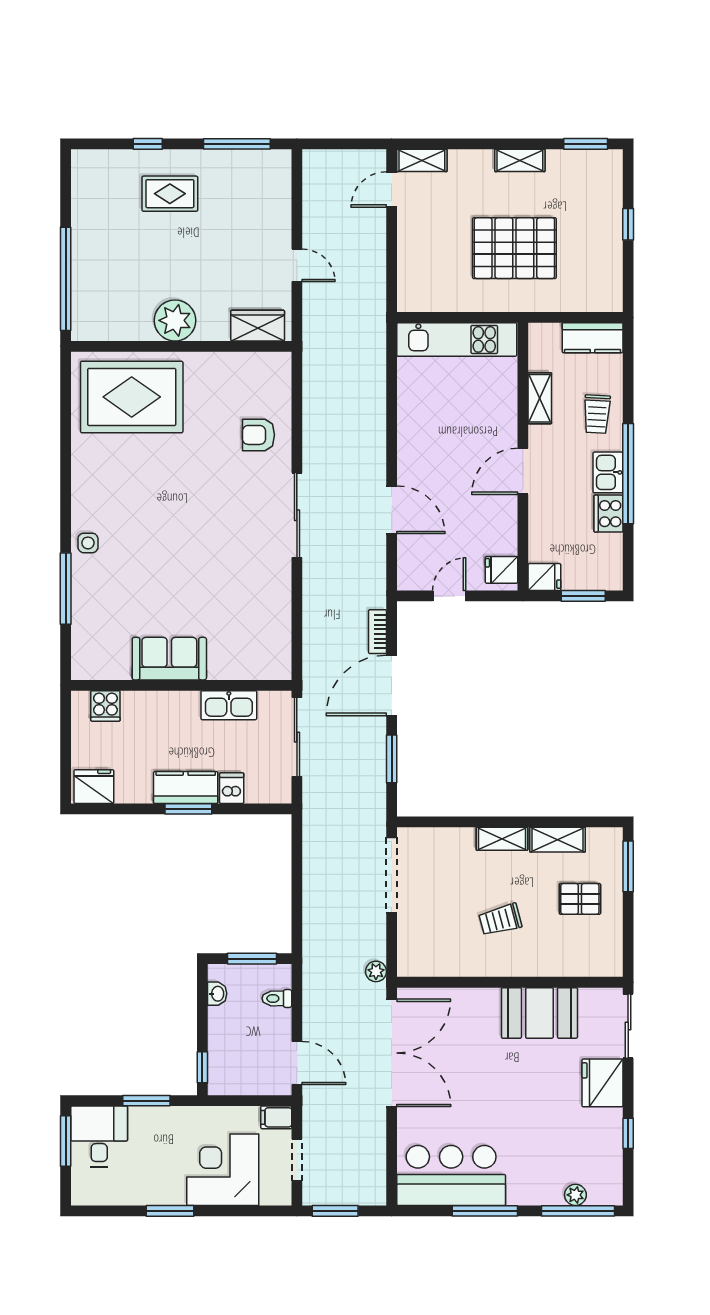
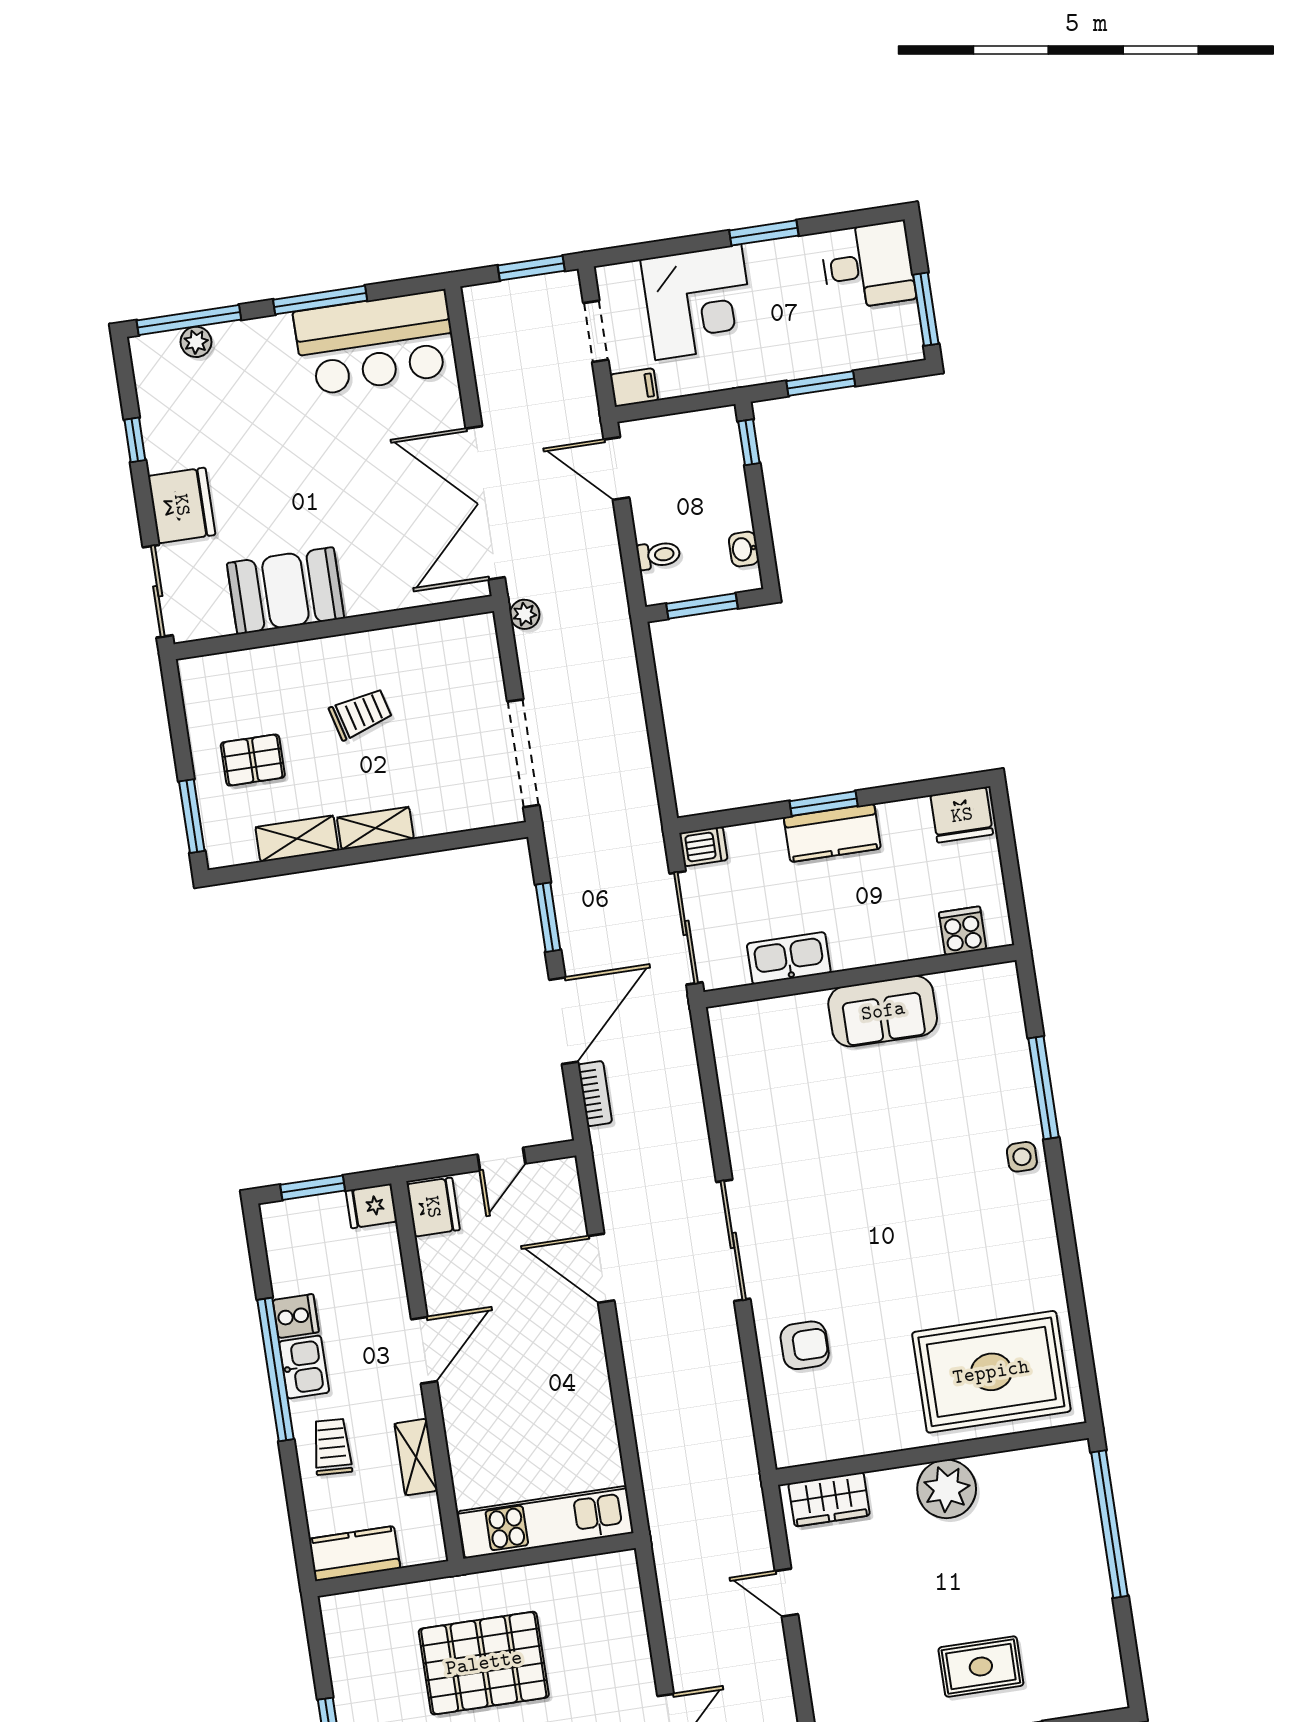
cooker: (608, 514) -> (296, 1316), width x0.73
fridge: (502, 570) -> (433, 1207), width x1.38
dishwasher: (232, 788) -> (703, 847), moved, turned -90
desk: (99, 1136) -> (868, 265), moved, turned -90

